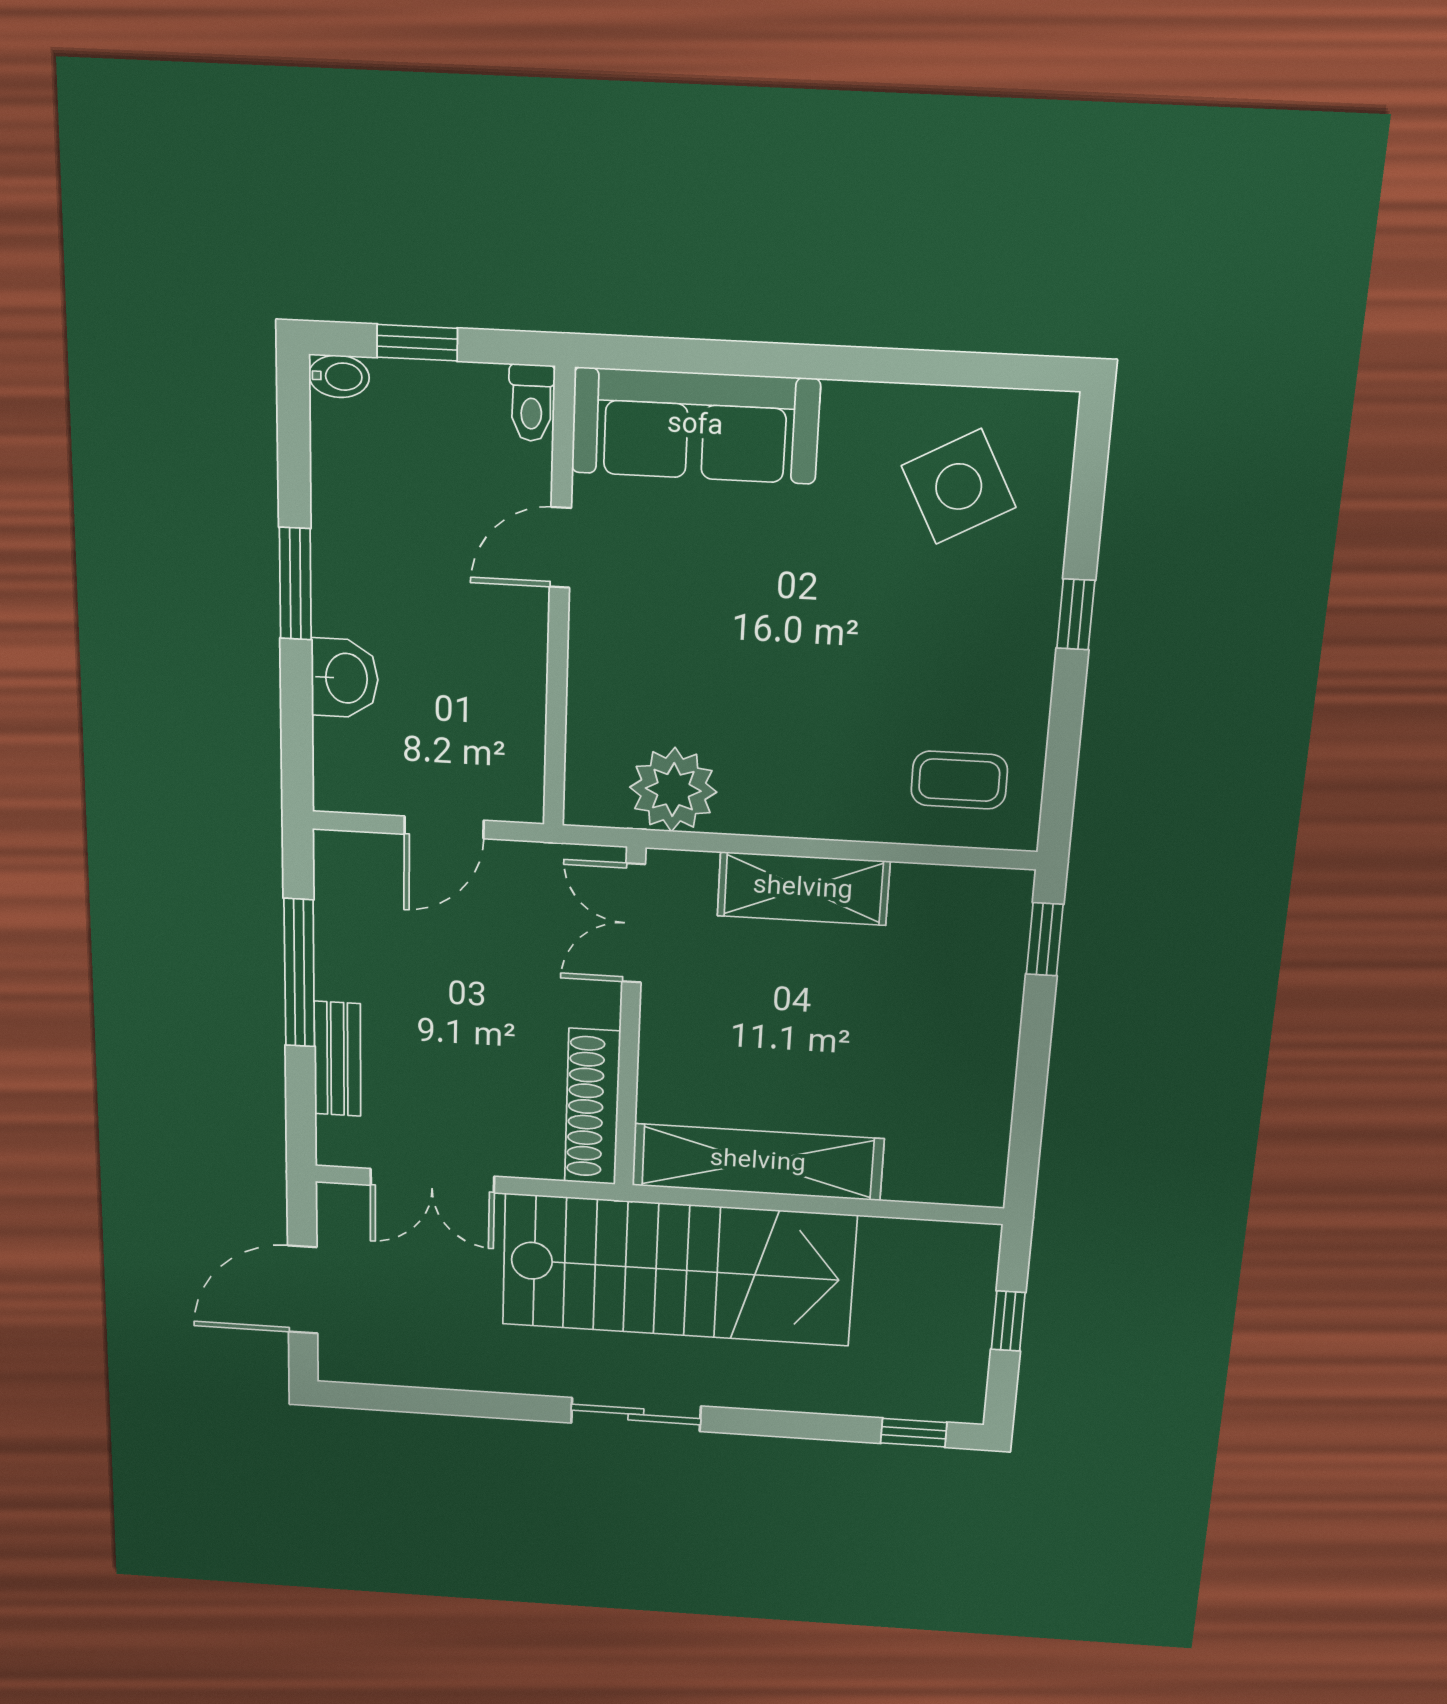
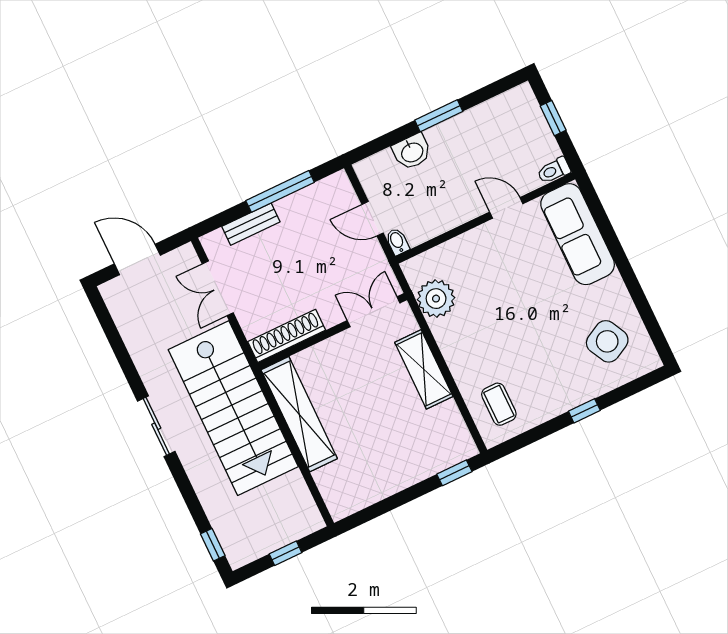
bidet: (339, 376) -> (397, 242), moved, turned 180

